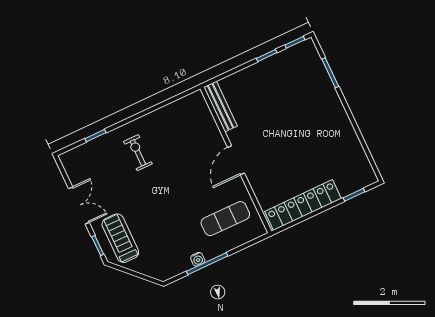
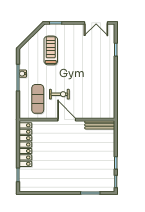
exercise bike: (138, 153) -> (59, 94), moved
double door: (79, 205) -> (96, 23), moved
treadmill: (120, 238) -> (51, 50), moved, turned -90

